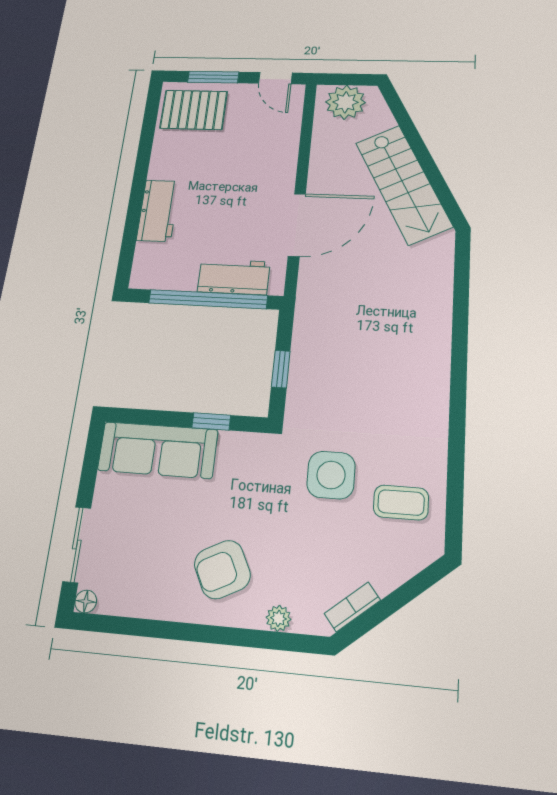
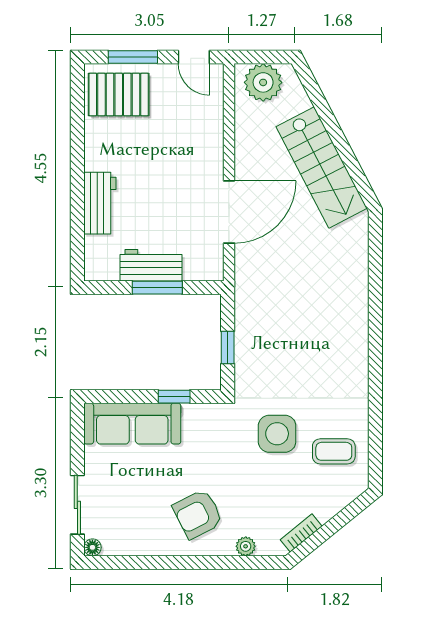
workbench: (234, 277) -> (151, 265), moved
window: (208, 299) -> (157, 288), width x0.47

